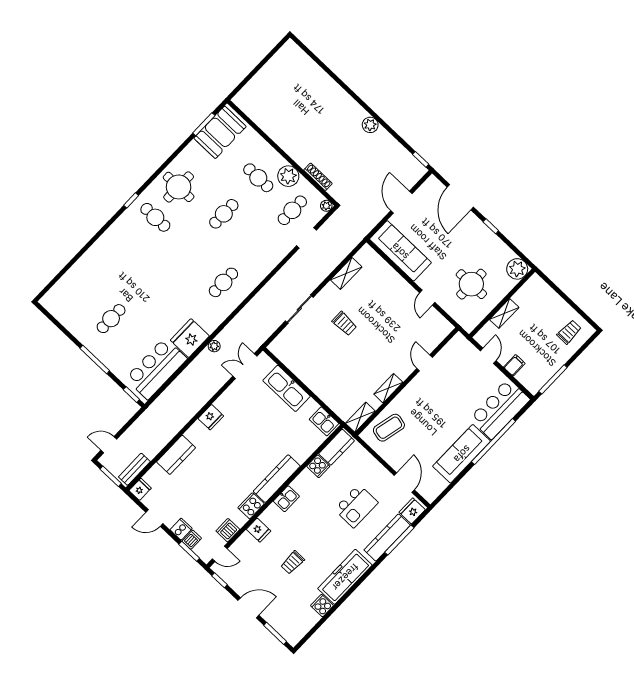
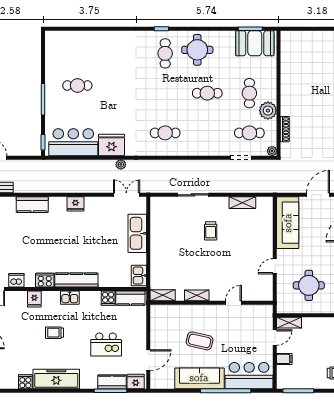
shelving: (504, 313) -> (289, 323), moved
coffee table: (389, 428) -> (200, 341), moved
kitchen counter: (387, 538) -> (112, 382), width x0.67
trolley: (293, 562) -> (55, 333), moved

